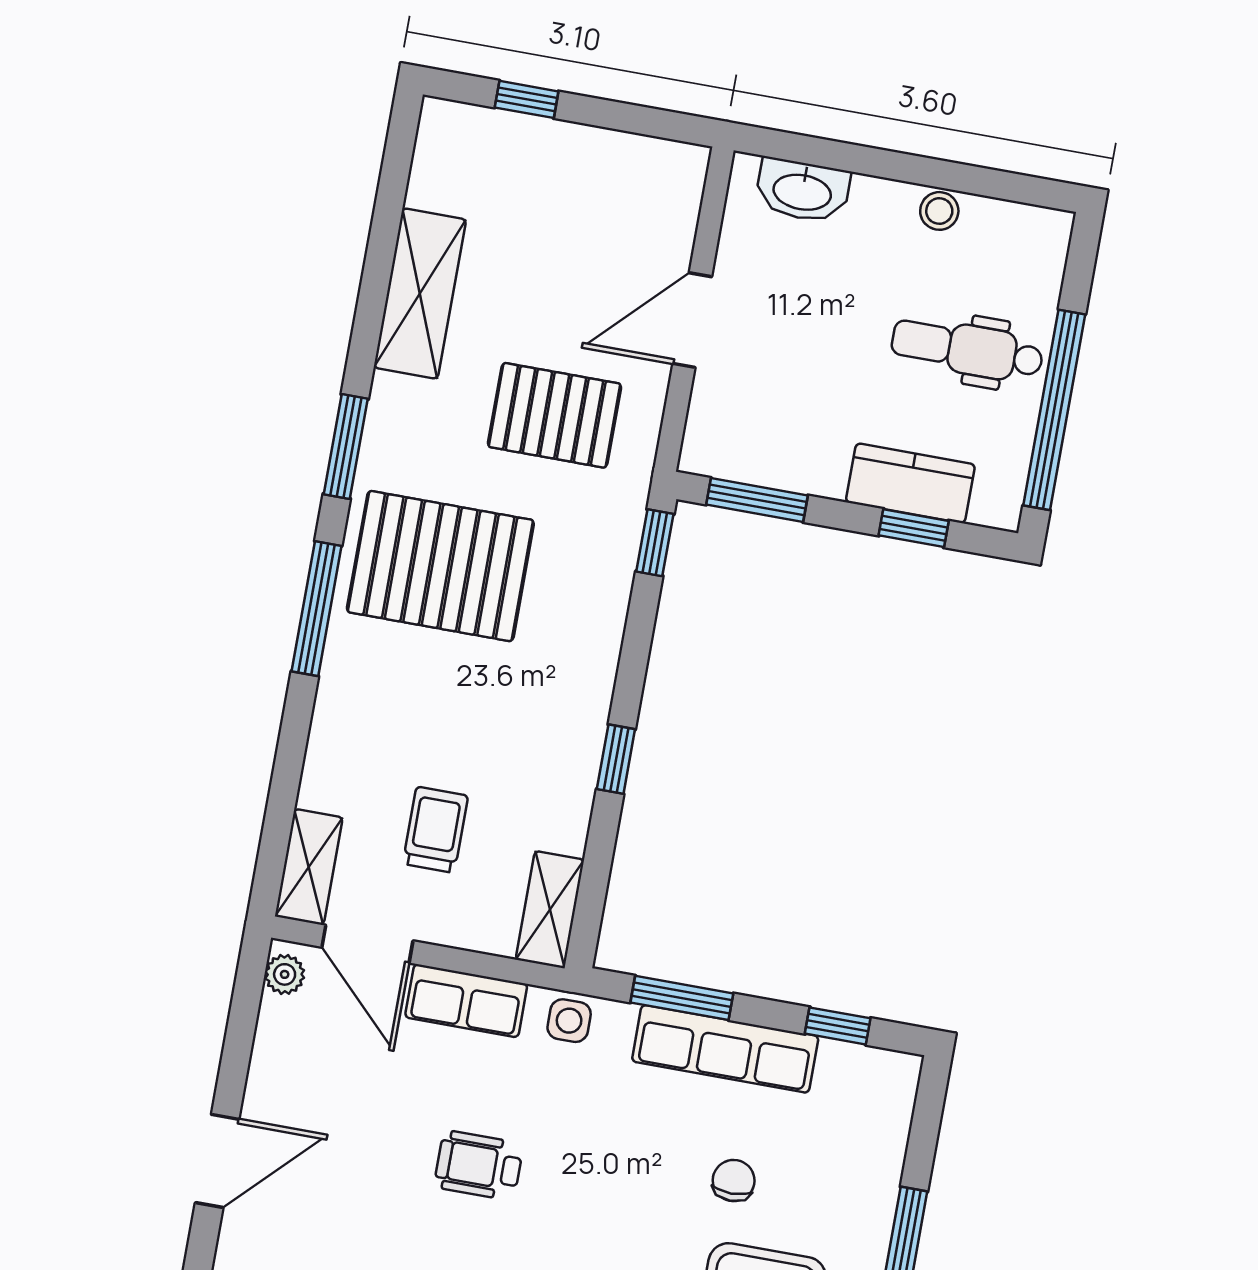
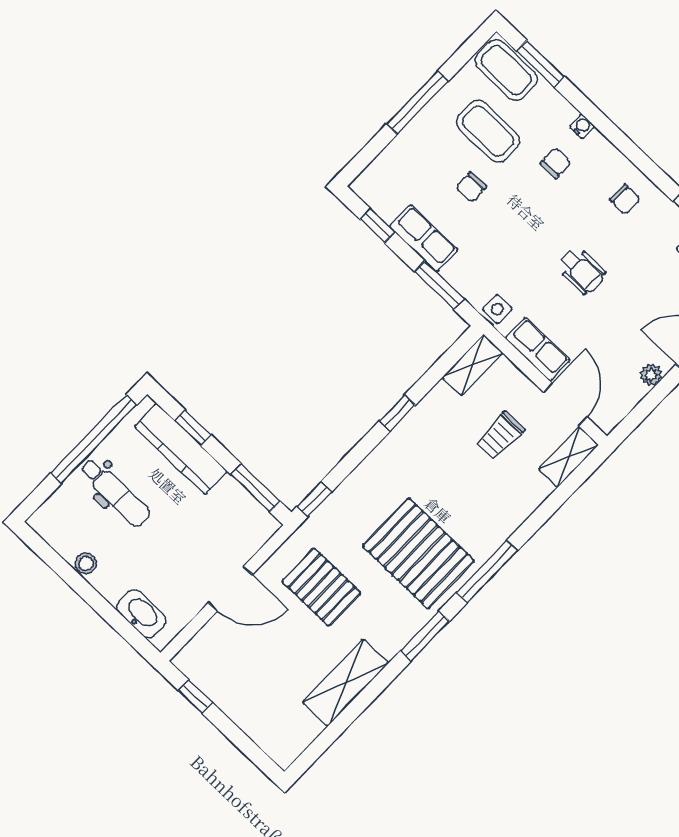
window: (527, 99) -> (195, 696), moved
kitchen counter: (910, 483) -> (181, 449), width x1.50
plant: (285, 974) -> (651, 375), moved
row of seats: (725, 1049) -> (424, 238), width x0.68

